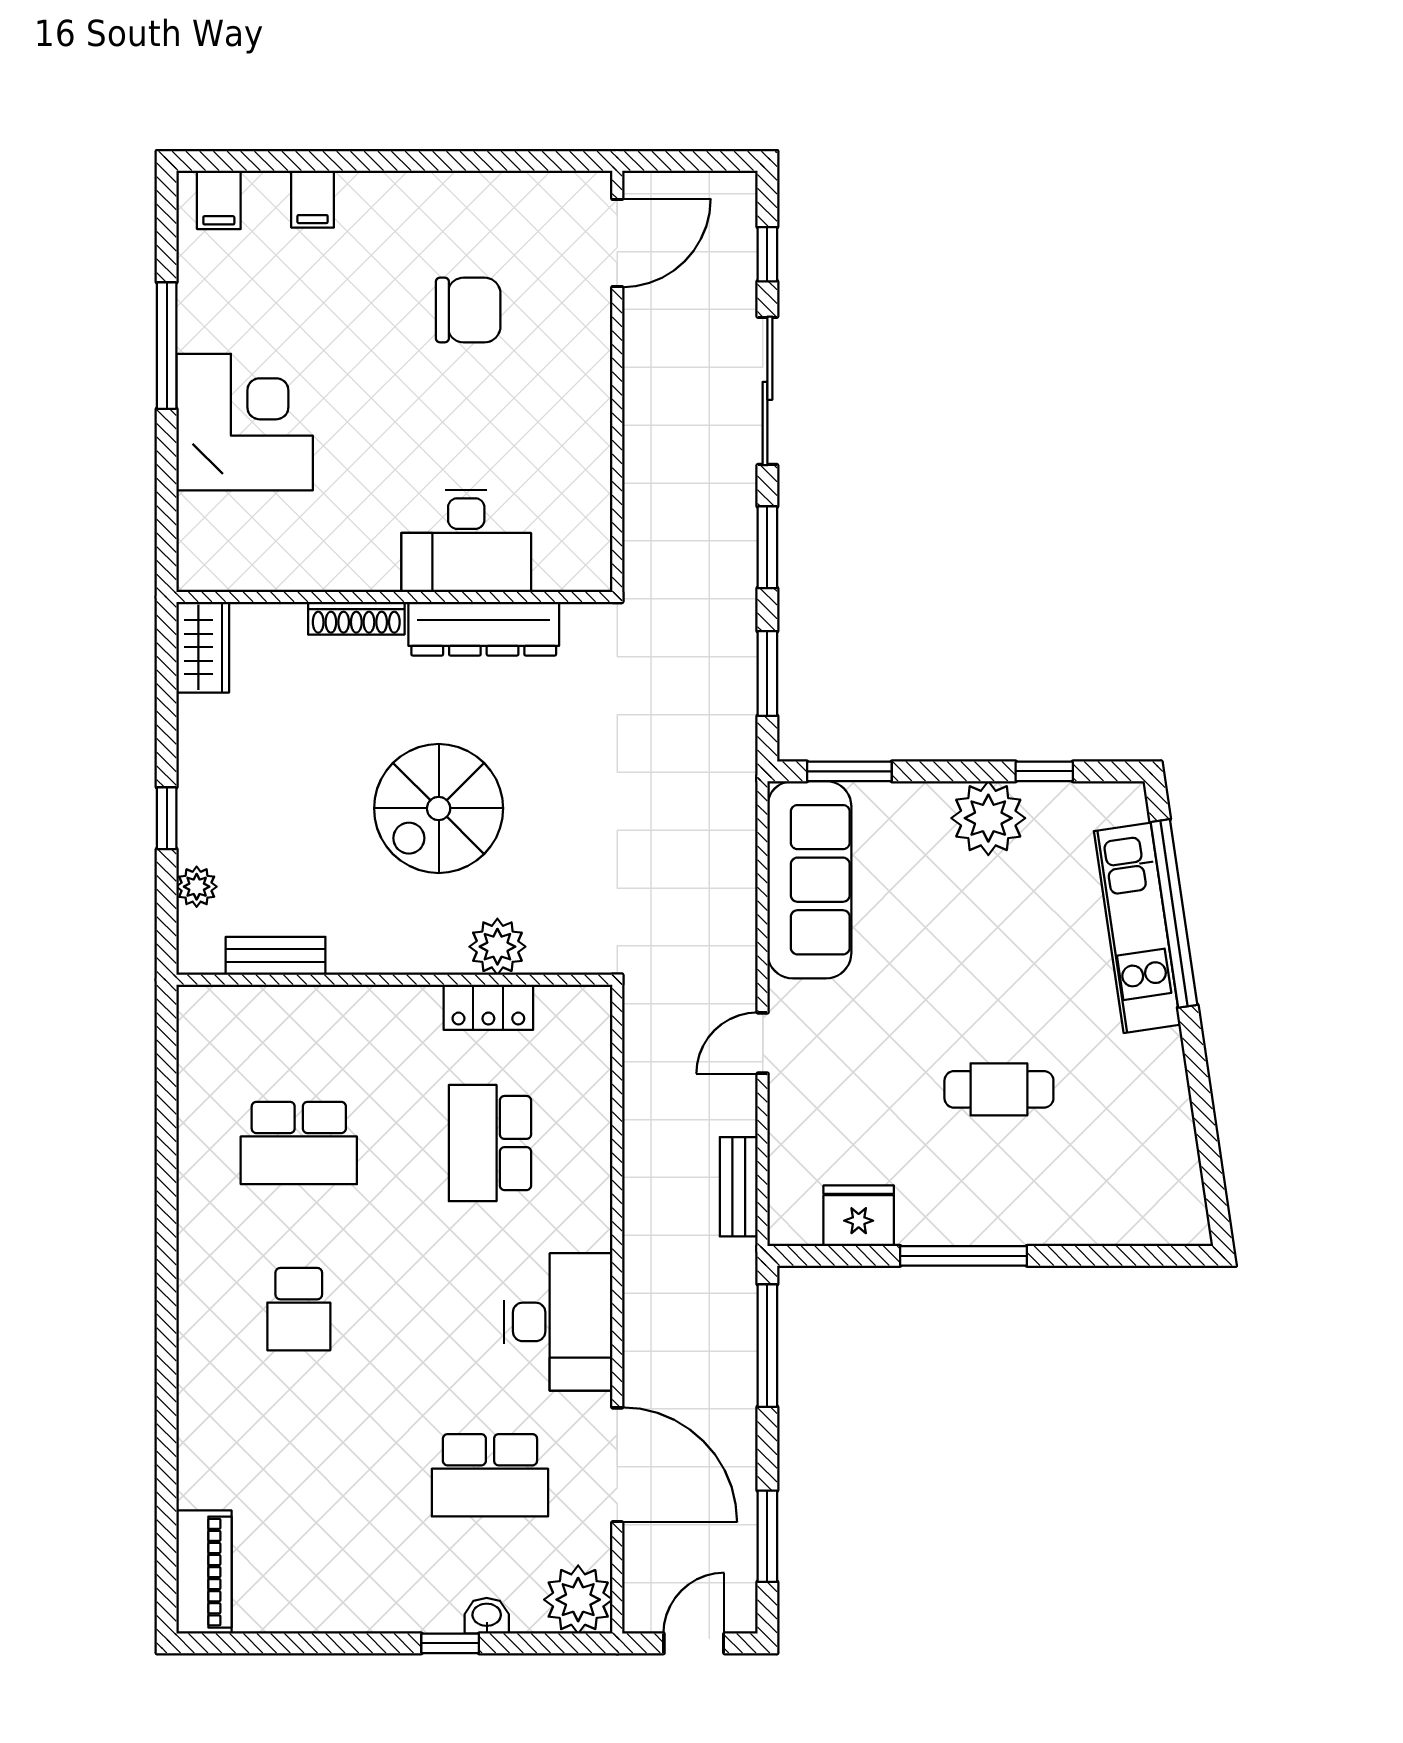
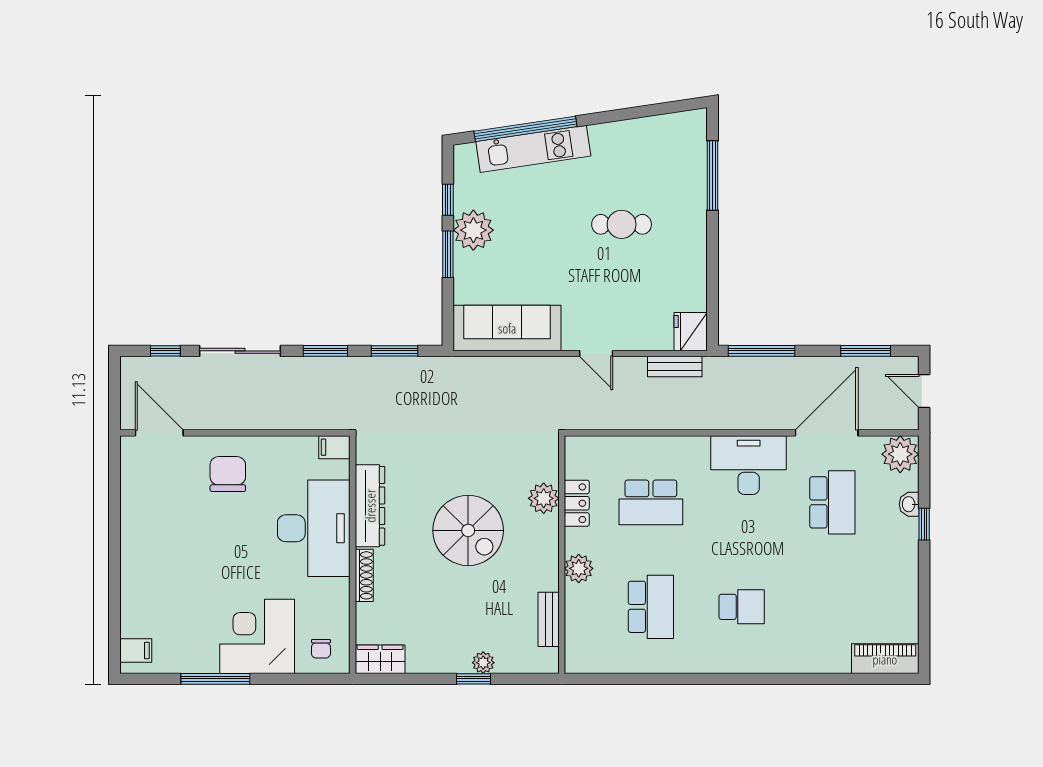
filing cabinet: (313, 199) -> (334, 447), moved, turned 180
chair: (468, 310) -> (228, 474), moved
chair: (222, 539) -> (321, 649), added
desk: (466, 541) -> (314, 528), width x1.36, depth x1.30
window: (849, 771) -> (448, 254), moved
plant: (197, 887) -> (483, 663), moved
plant: (369, 1011) -> (579, 568), added
cafe table: (999, 1089) -> (622, 224), turned 90
fridge: (859, 1216) -> (691, 332), moved
window: (963, 1256) -> (712, 176), moved

